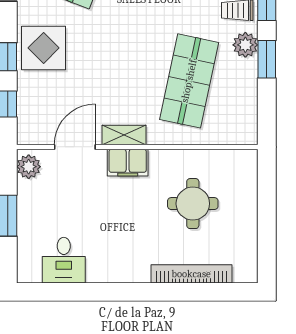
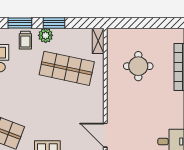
shelving: (124, 135) -> (98, 41), moved
filing cabinet: (128, 163) -> (114, 104), removed

